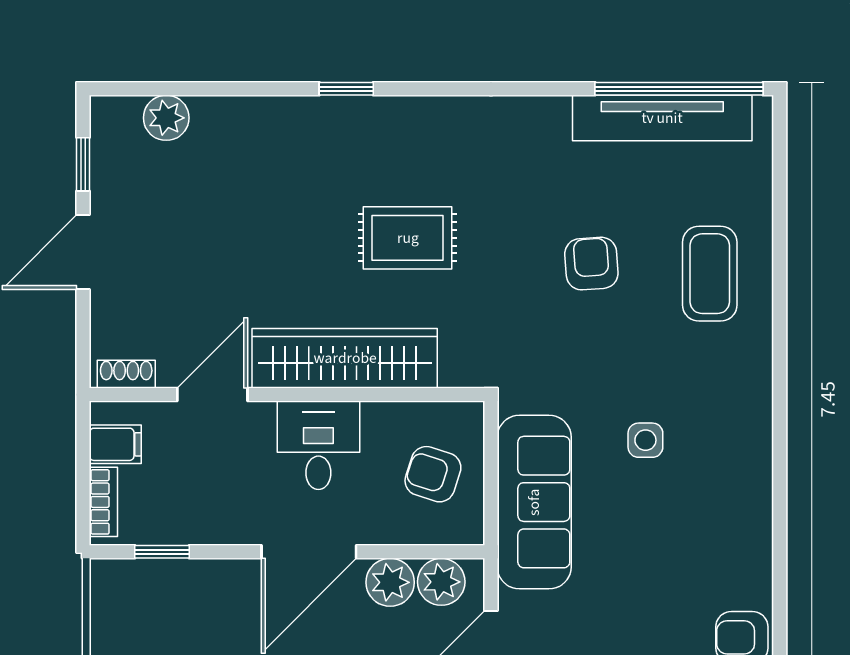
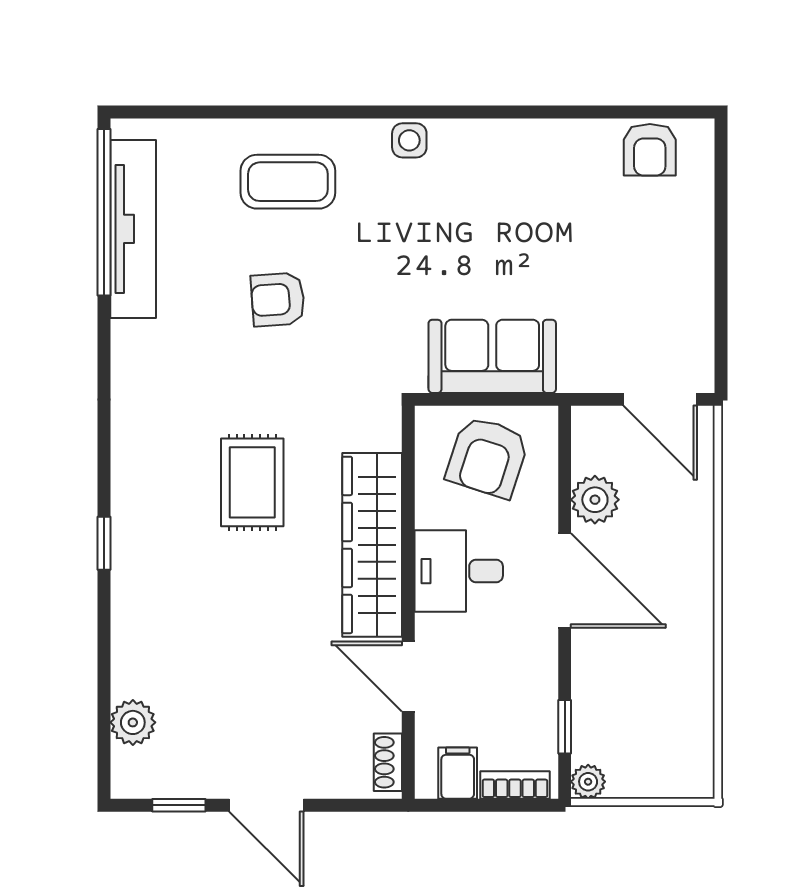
side table: (645, 440) -> (409, 140), moved
armchair: (433, 474) -> (487, 457), width x1.38, depth x1.38
sofa: (534, 502) -> (492, 356), width x0.73
plant: (441, 582) -> (588, 782), moved, width x0.73, depth x0.73

